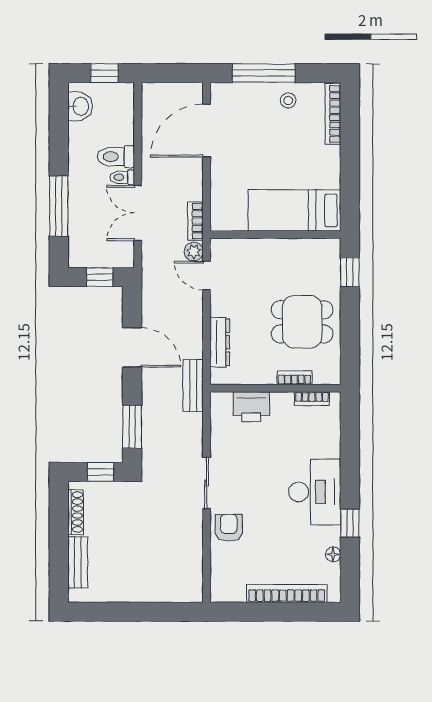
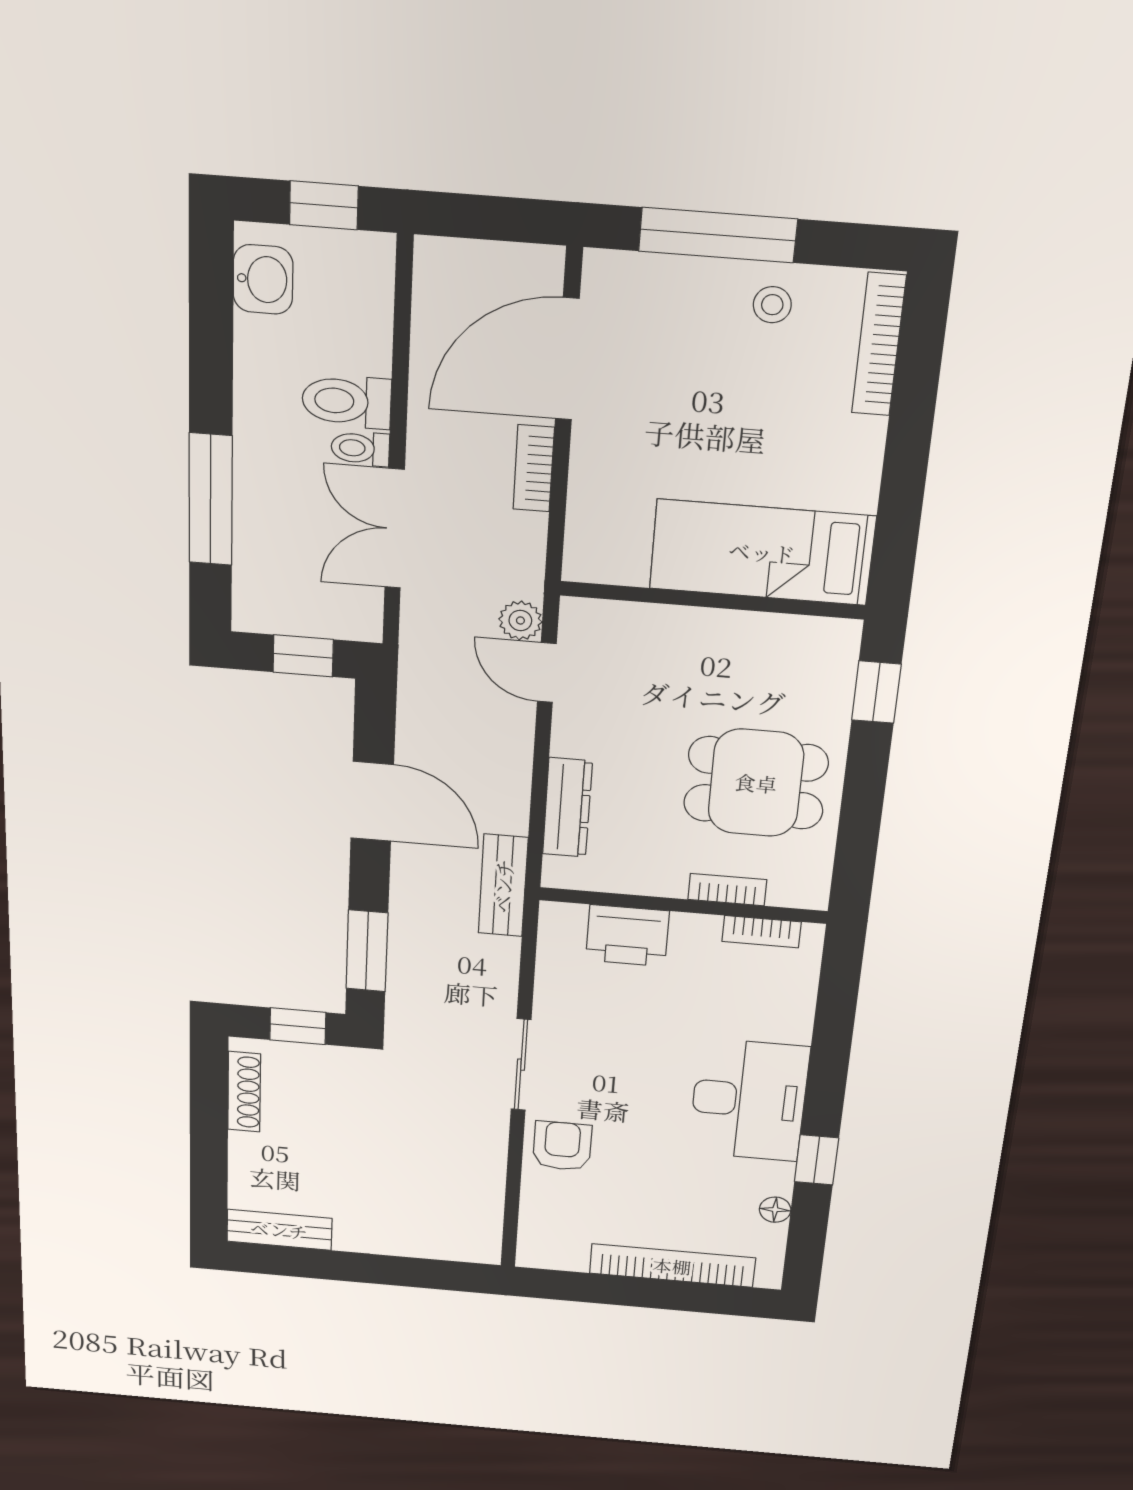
bookcase: (195, 221) -> (534, 468), moved
bench: (78, 562) -> (279, 1230), moved, turned 90

